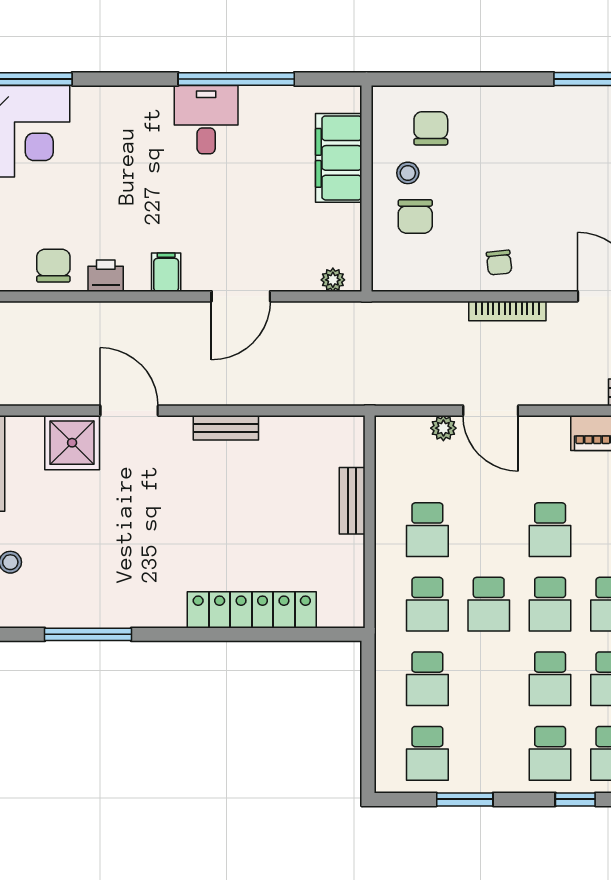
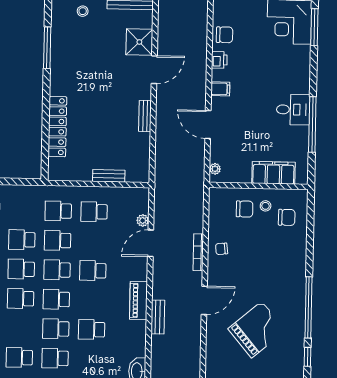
chair: (415, 216) -> (245, 209), turned 180
school desk: (427, 679) -> (22, 240), moved

